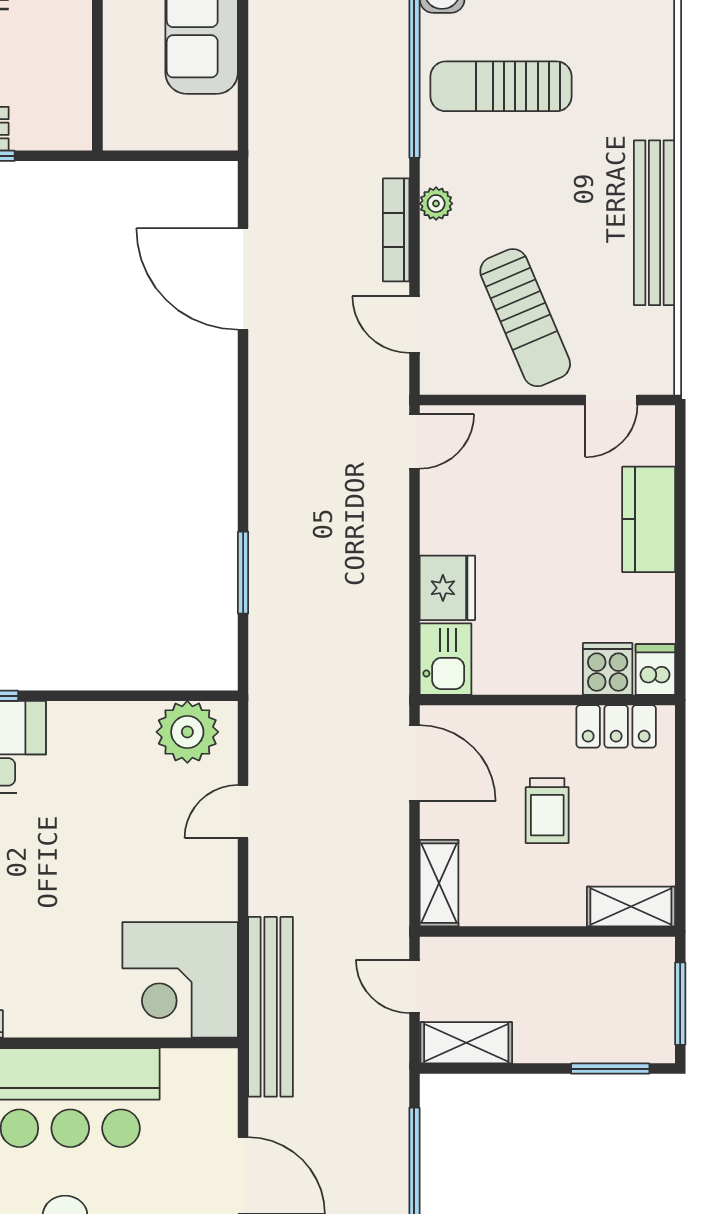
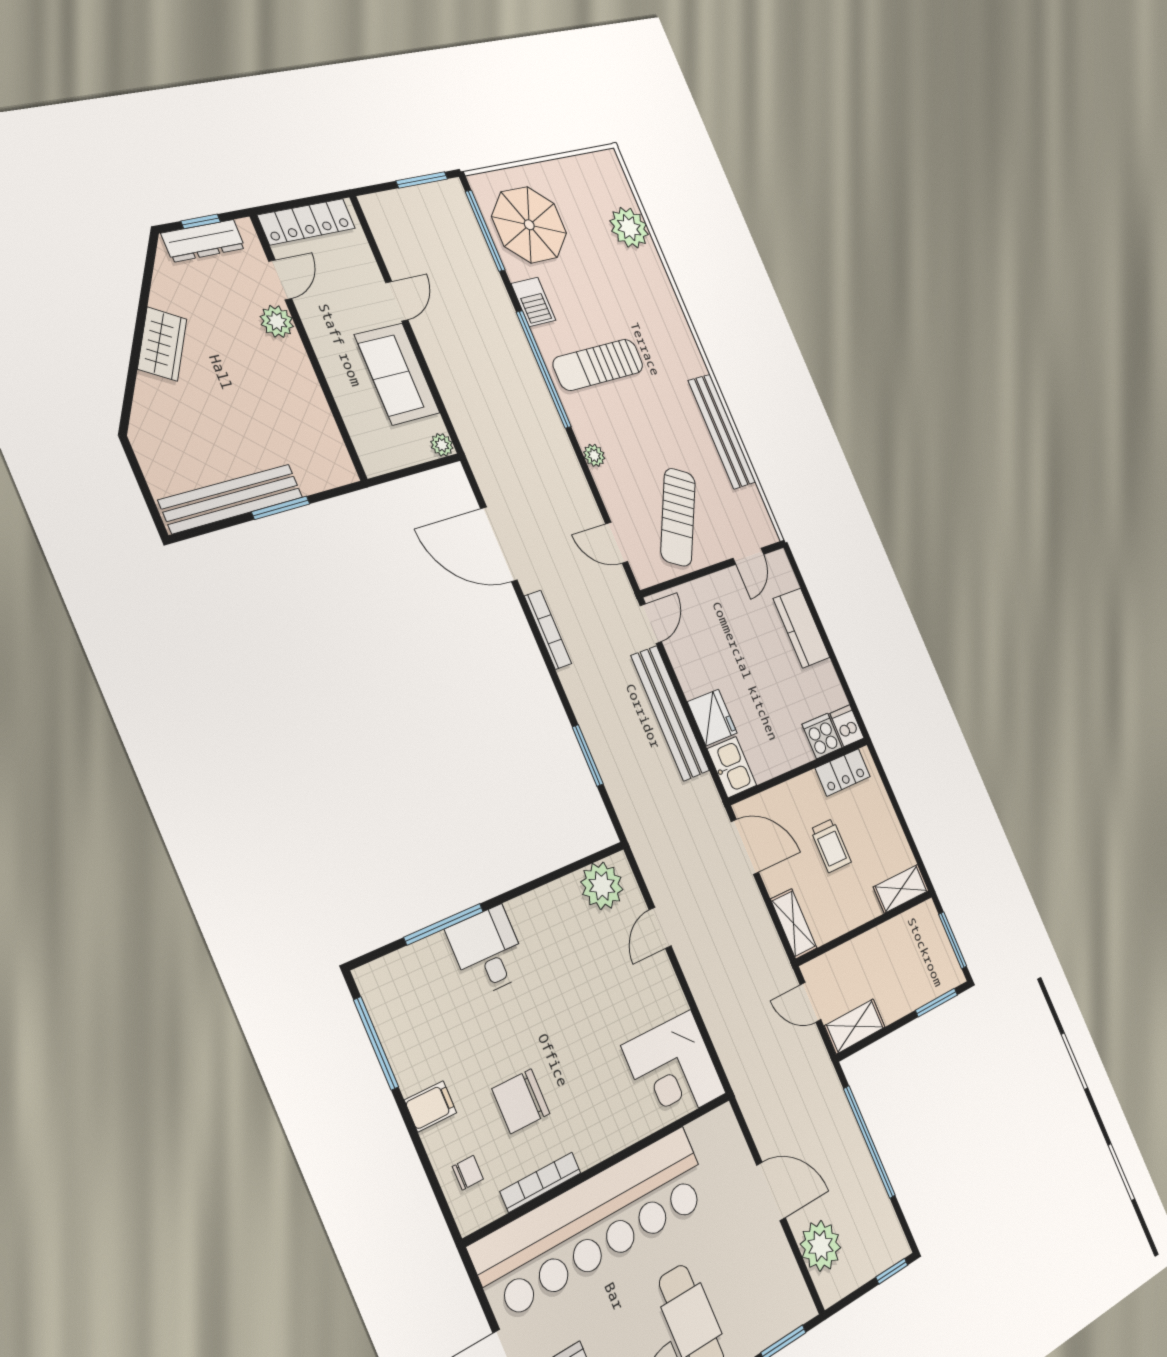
plant: (222, 135) -> (442, 445), added
bookcase: (396, 230) -> (548, 630), moved, turned 180
sun lounger: (525, 318) -> (678, 517), turned 53
bench: (271, 1007) -> (670, 713), moved

